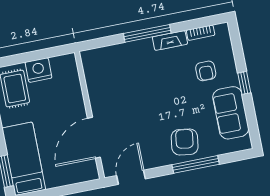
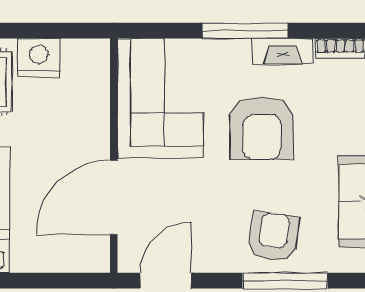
armchair: (206, 71) -> (262, 128), moved, width x1.88, depth x1.88
corner sofa: (108, 79) -> (160, 98), added

